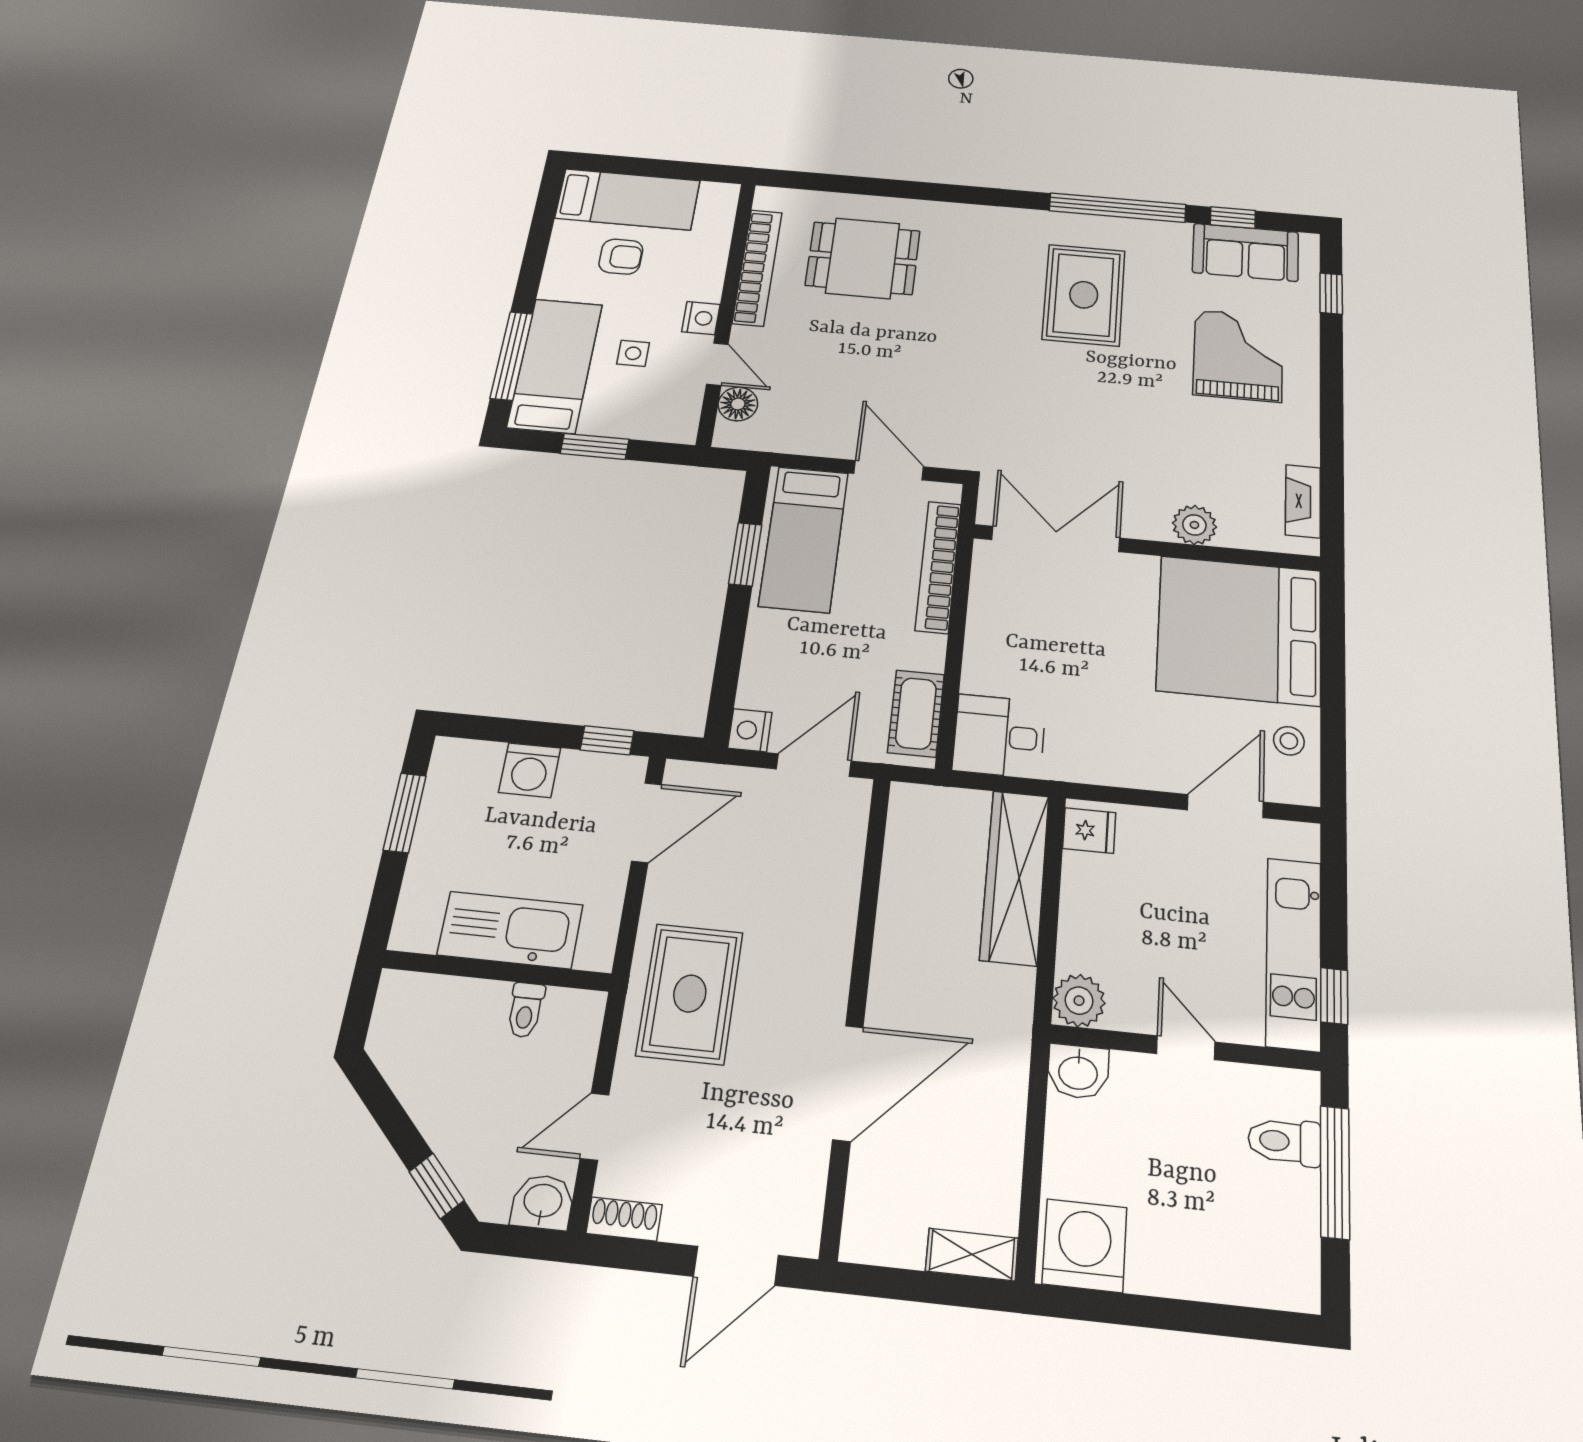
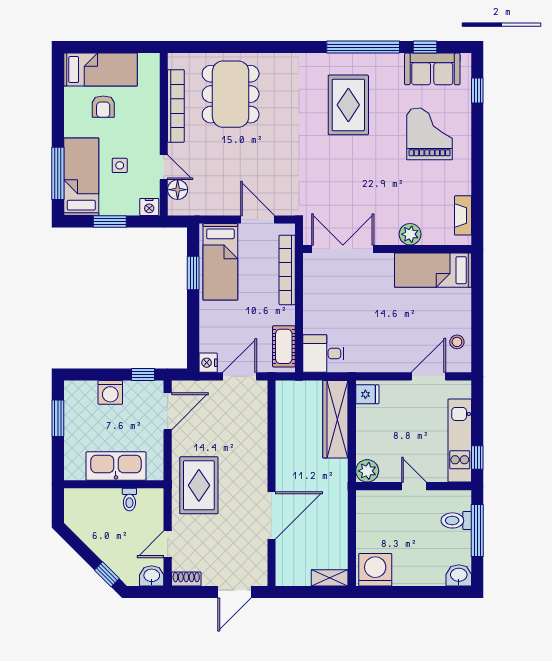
armchair: (621, 257) -> (103, 107), turned 90
dining table: (863, 258) -> (231, 94), width x1.37
nightstand: (701, 318) -> (149, 207), moved, turned 90
bed: (1239, 630) -> (433, 270), width x0.49
washbasin: (1078, 1072) -> (459, 575), moved, turned 180

